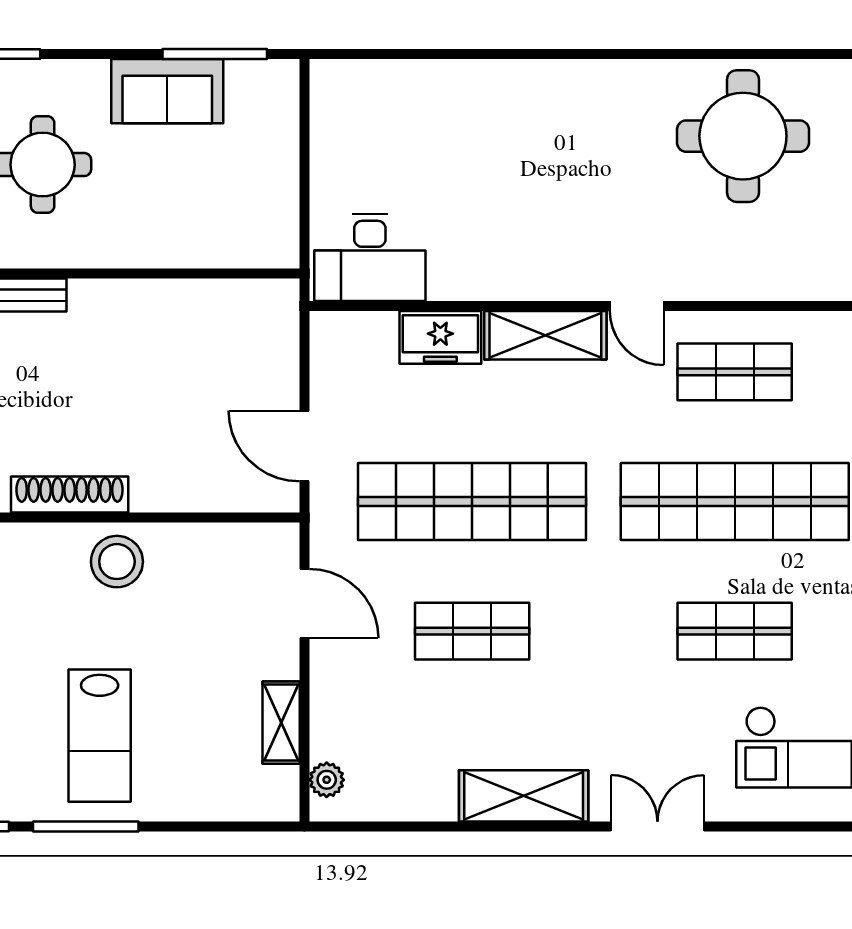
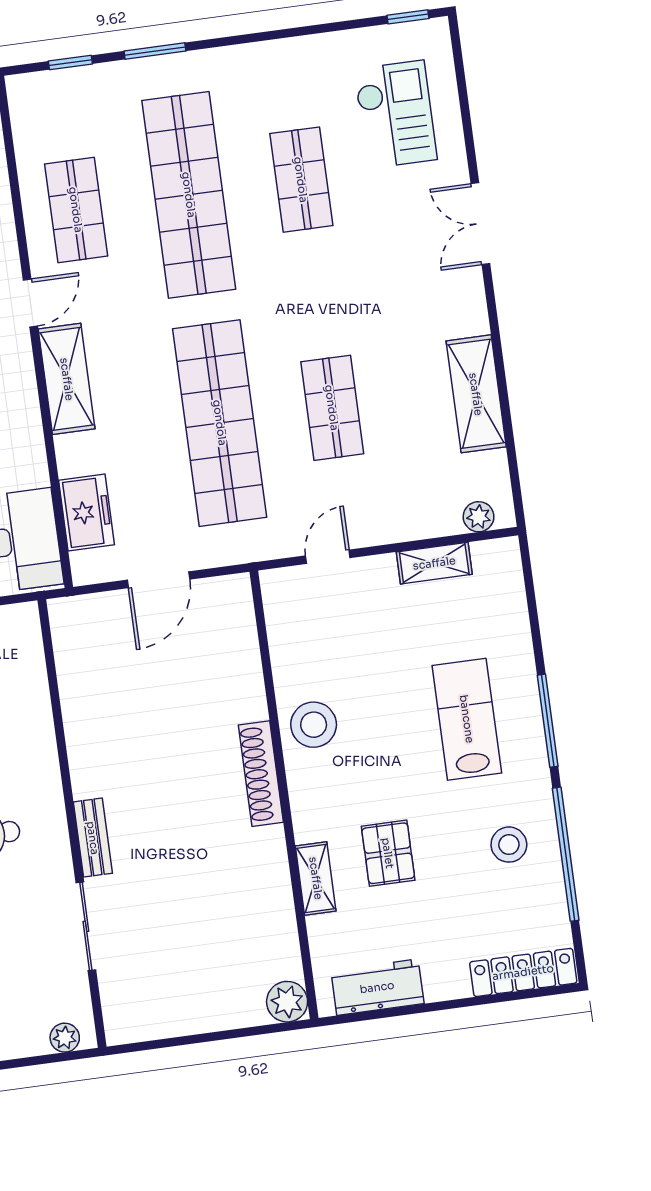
freezer: (440, 337) -> (87, 512), moved
door: (304, 446) -> (159, 580), moved
door: (304, 603) -> (328, 557), width x0.73
lab bench: (100, 736) -> (467, 719), turned -90
shelving: (524, 796) -> (476, 394), moved

